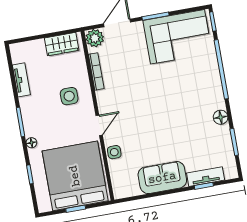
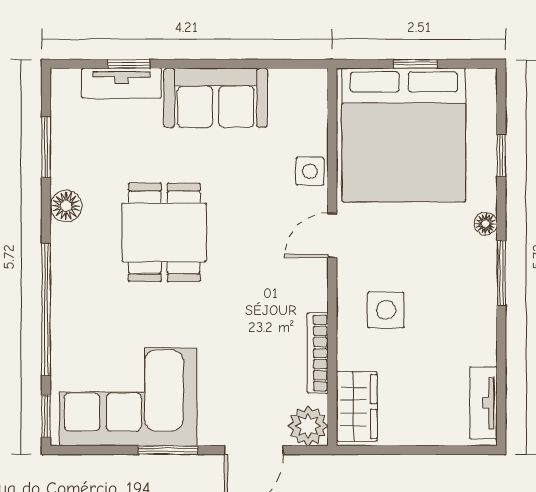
wardrobe: (62, 44) -> (357, 407), moved, turned 90
tv unit: (21, 80) -> (483, 403), moved
dining table: (175, 113) -> (164, 232), added

